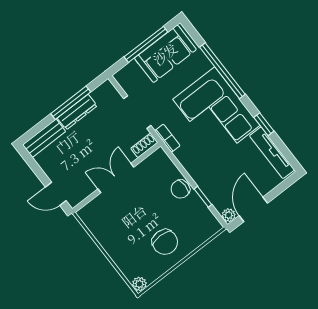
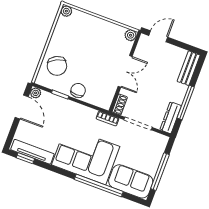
sofa: (165, 54) -> (131, 181), moved, turned 90
dresser: (77, 112) -> (171, 118), moved
window: (264, 124) -> (25, 158), moved
plant: (85, 214) -> (131, 35), added
chair: (165, 242) -> (57, 66), moved, turned -116

